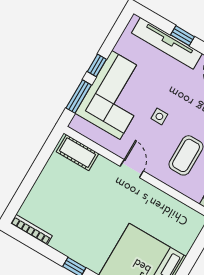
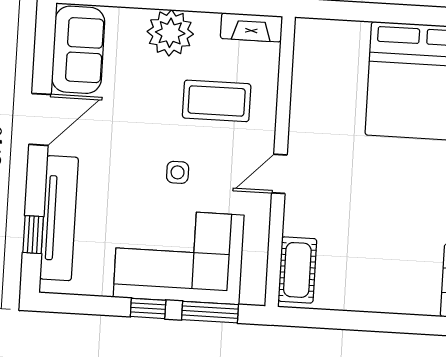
window: (183, 36) -> (33, 235), moved

